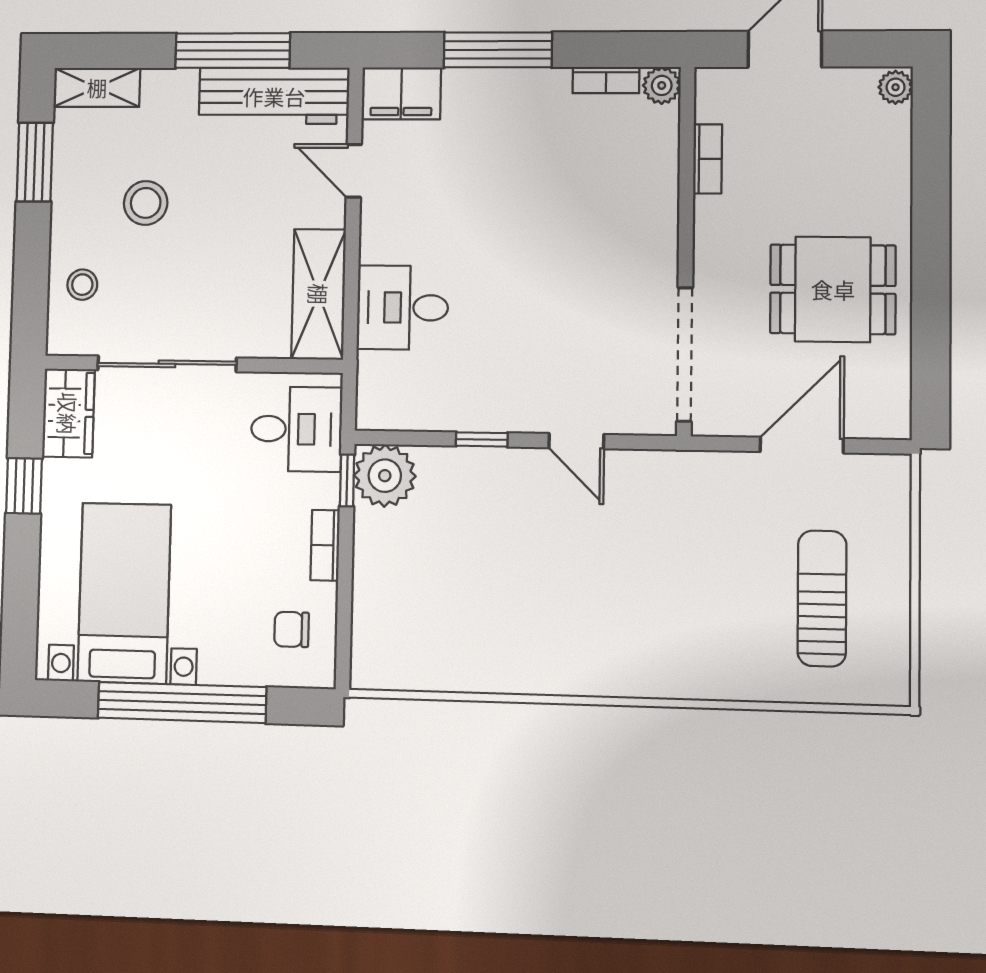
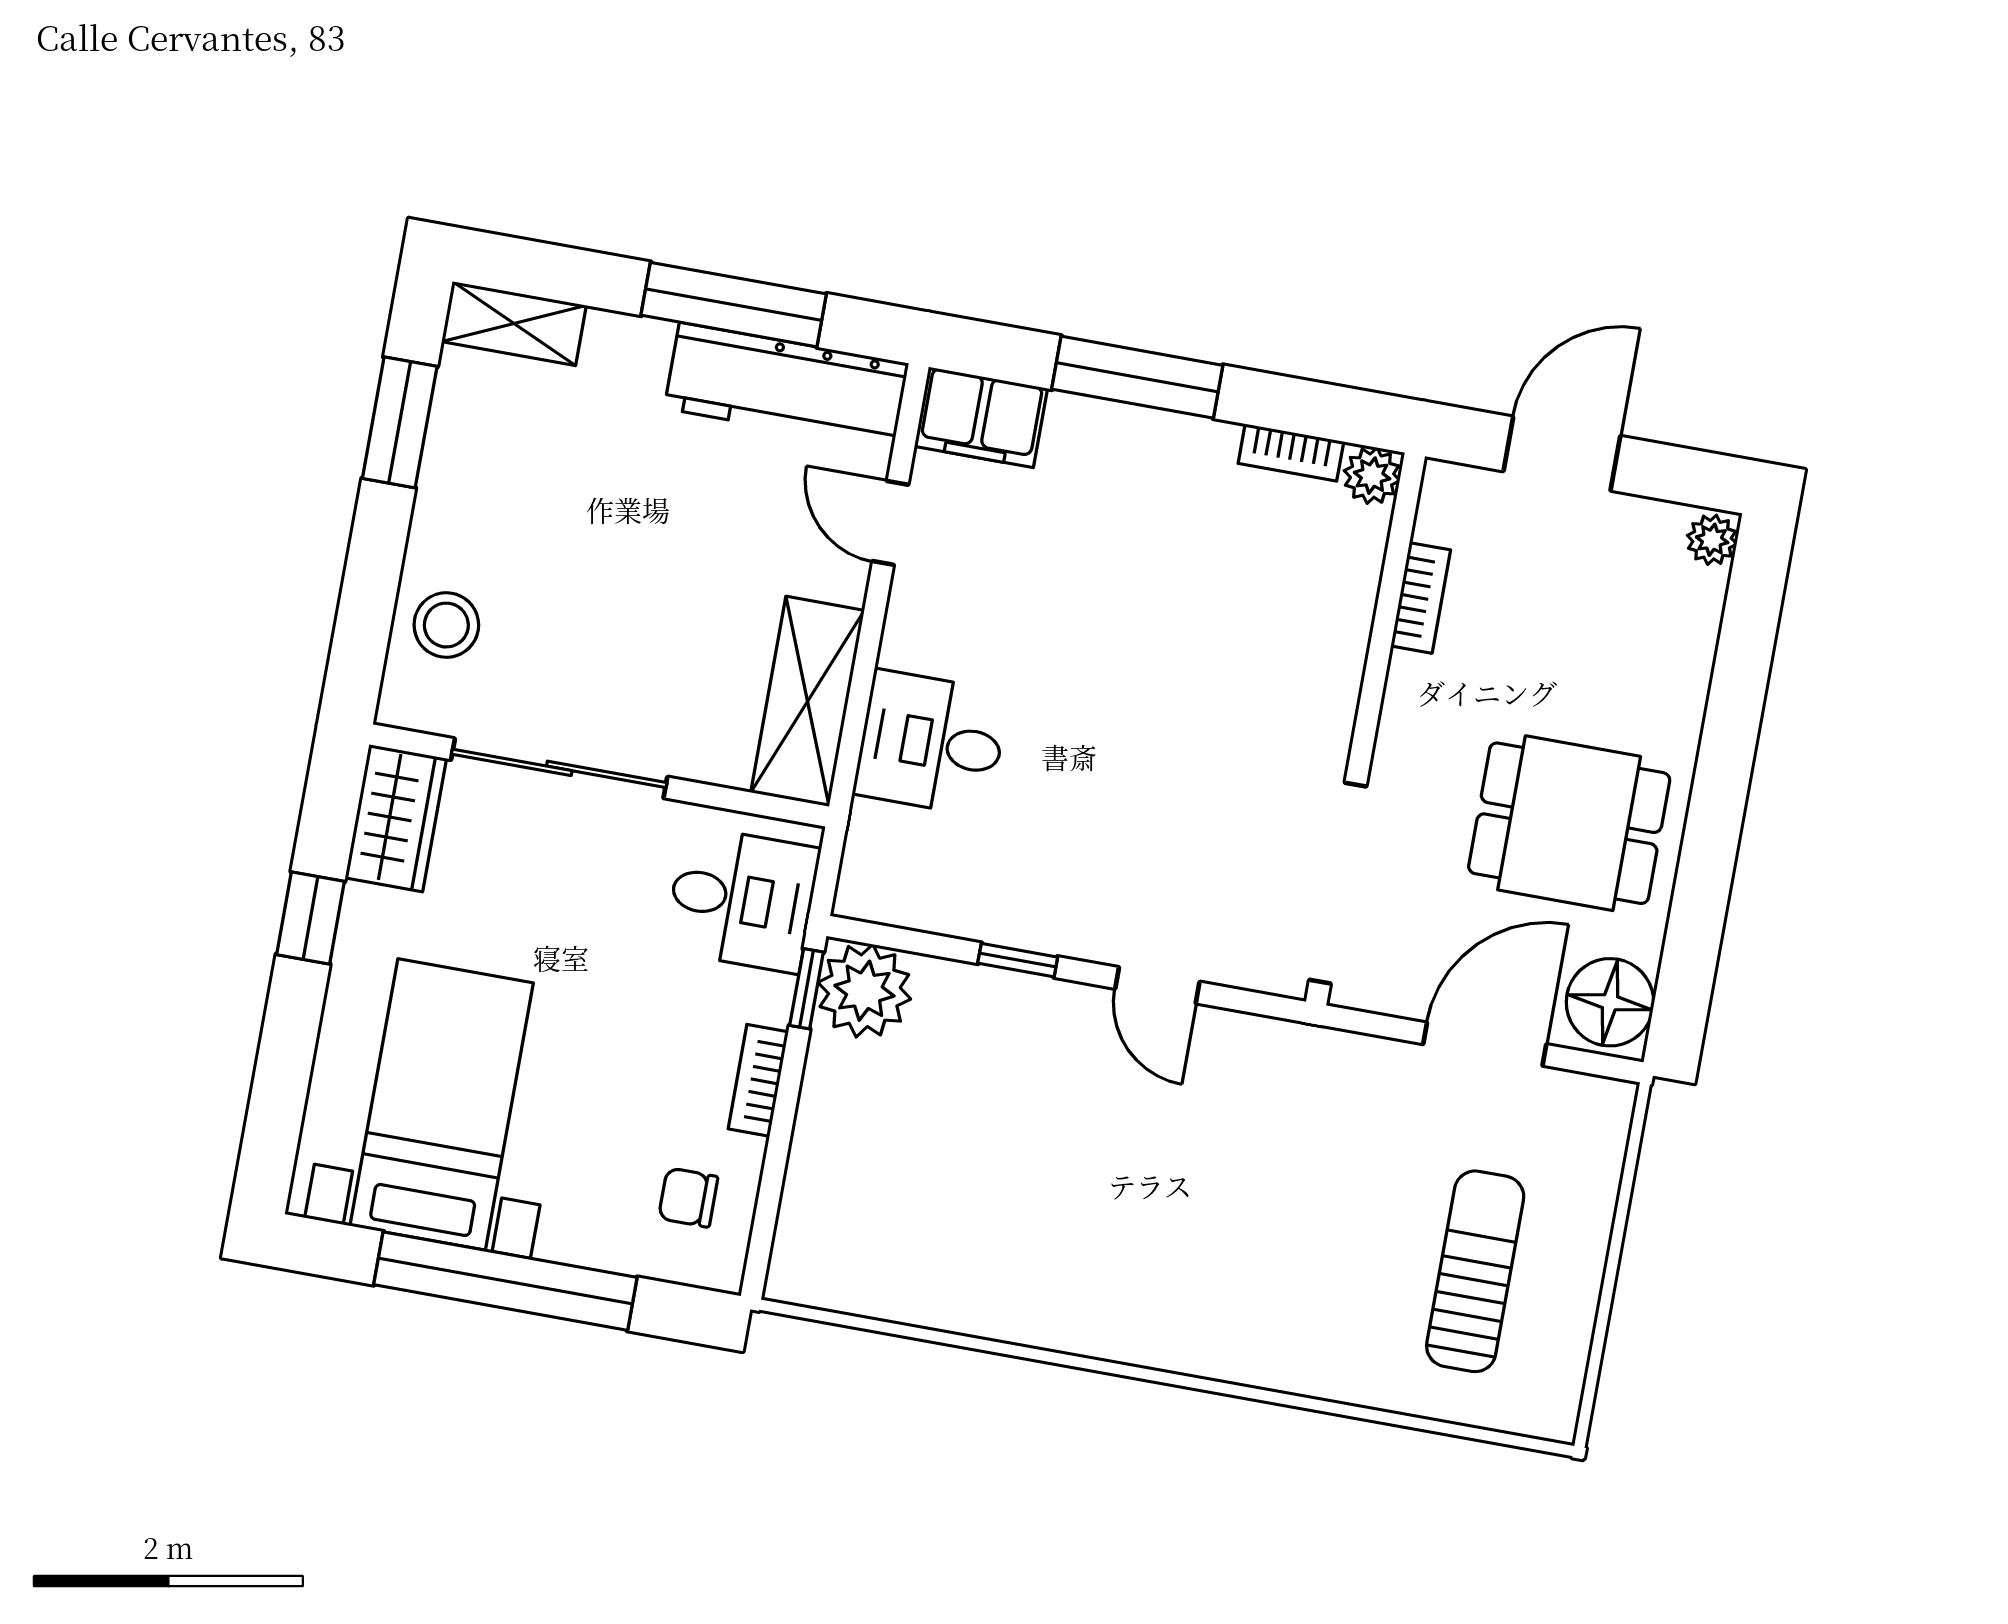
stool: (146, 203) -> (563, 516), removed
stool: (82, 285) -> (446, 625), width x1.37, depth x1.37
floor lamp: (882, 404) -> (1610, 1002), added

